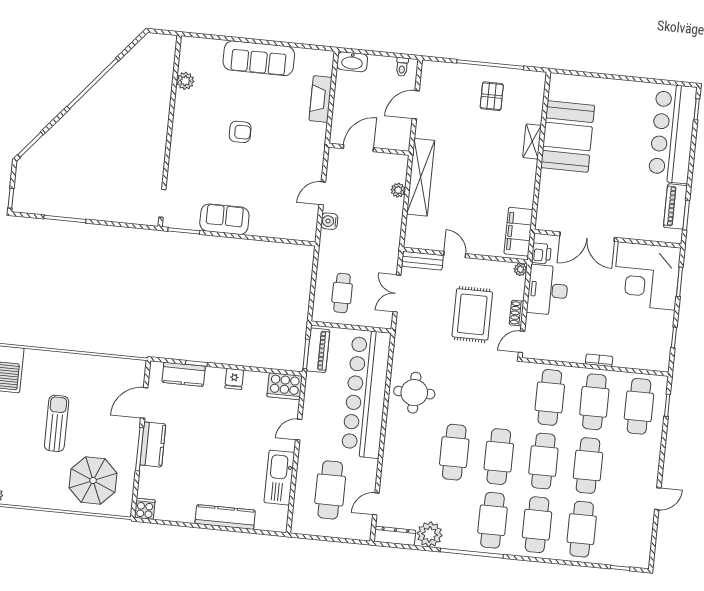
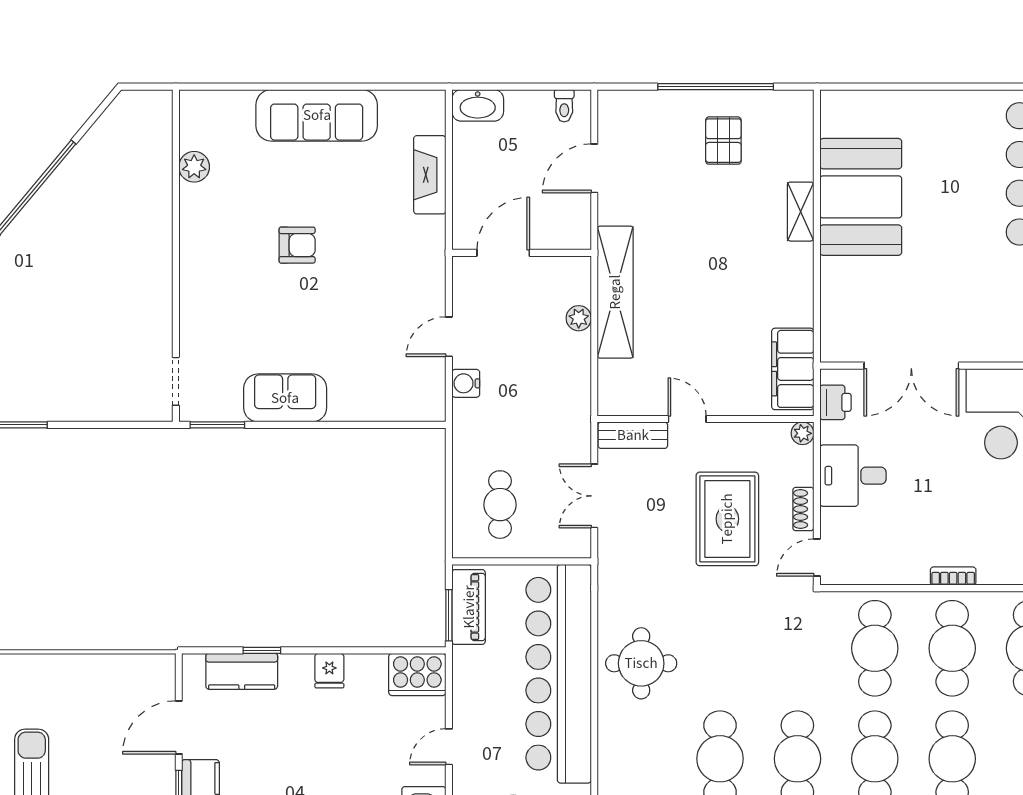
desk: (548, 290) -> (853, 476), width x0.73

